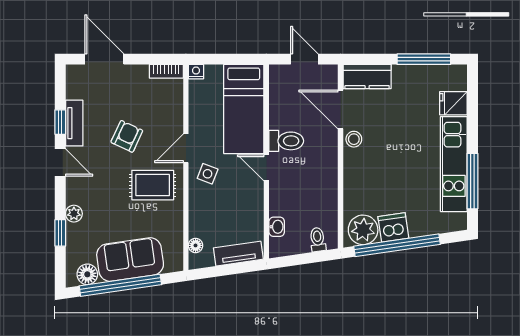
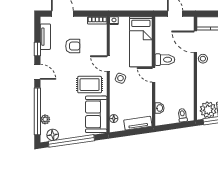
tv unit: (74, 123) -> (45, 37), moved
armchair: (127, 136) -> (73, 46), moved, turned 65
door: (186, 148) -> (108, 64), hinge flipped
plant: (74, 214) -> (45, 119), moved
window: (60, 233) -> (37, 111), width x3.17
sofa: (130, 259) -> (96, 114), moved, turned -82

